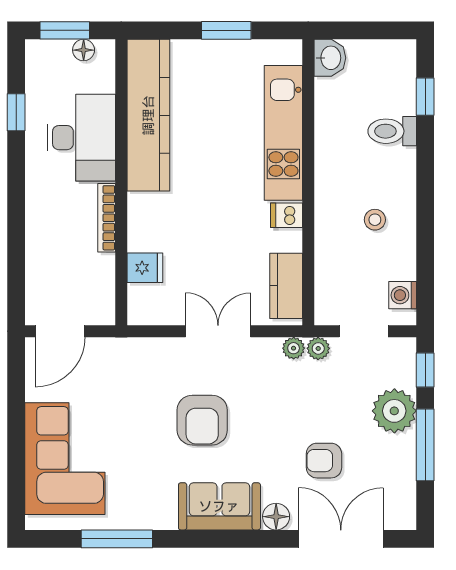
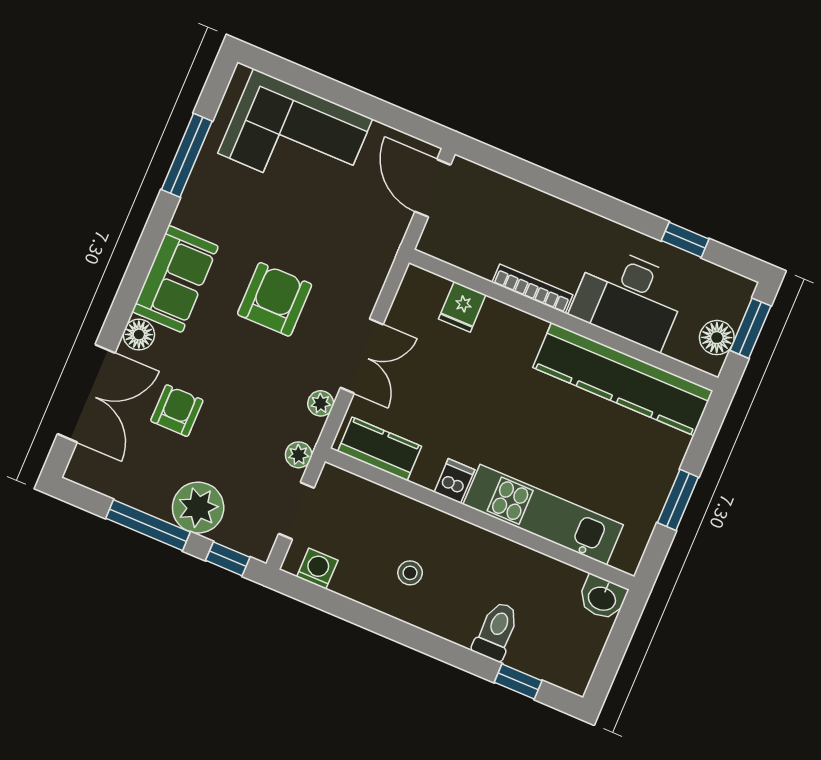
floor lamp: (84, 50) -> (717, 338), width x1.37, depth x1.37
plant: (294, 348) -> (321, 403), moved
armchair: (202, 420) -> (275, 299), turned 90

